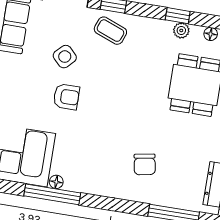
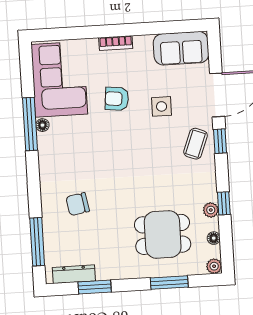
side table: (65, 57) -> (162, 106), turned 45
armchair: (66, 97) -> (117, 99), moved, turned 96

